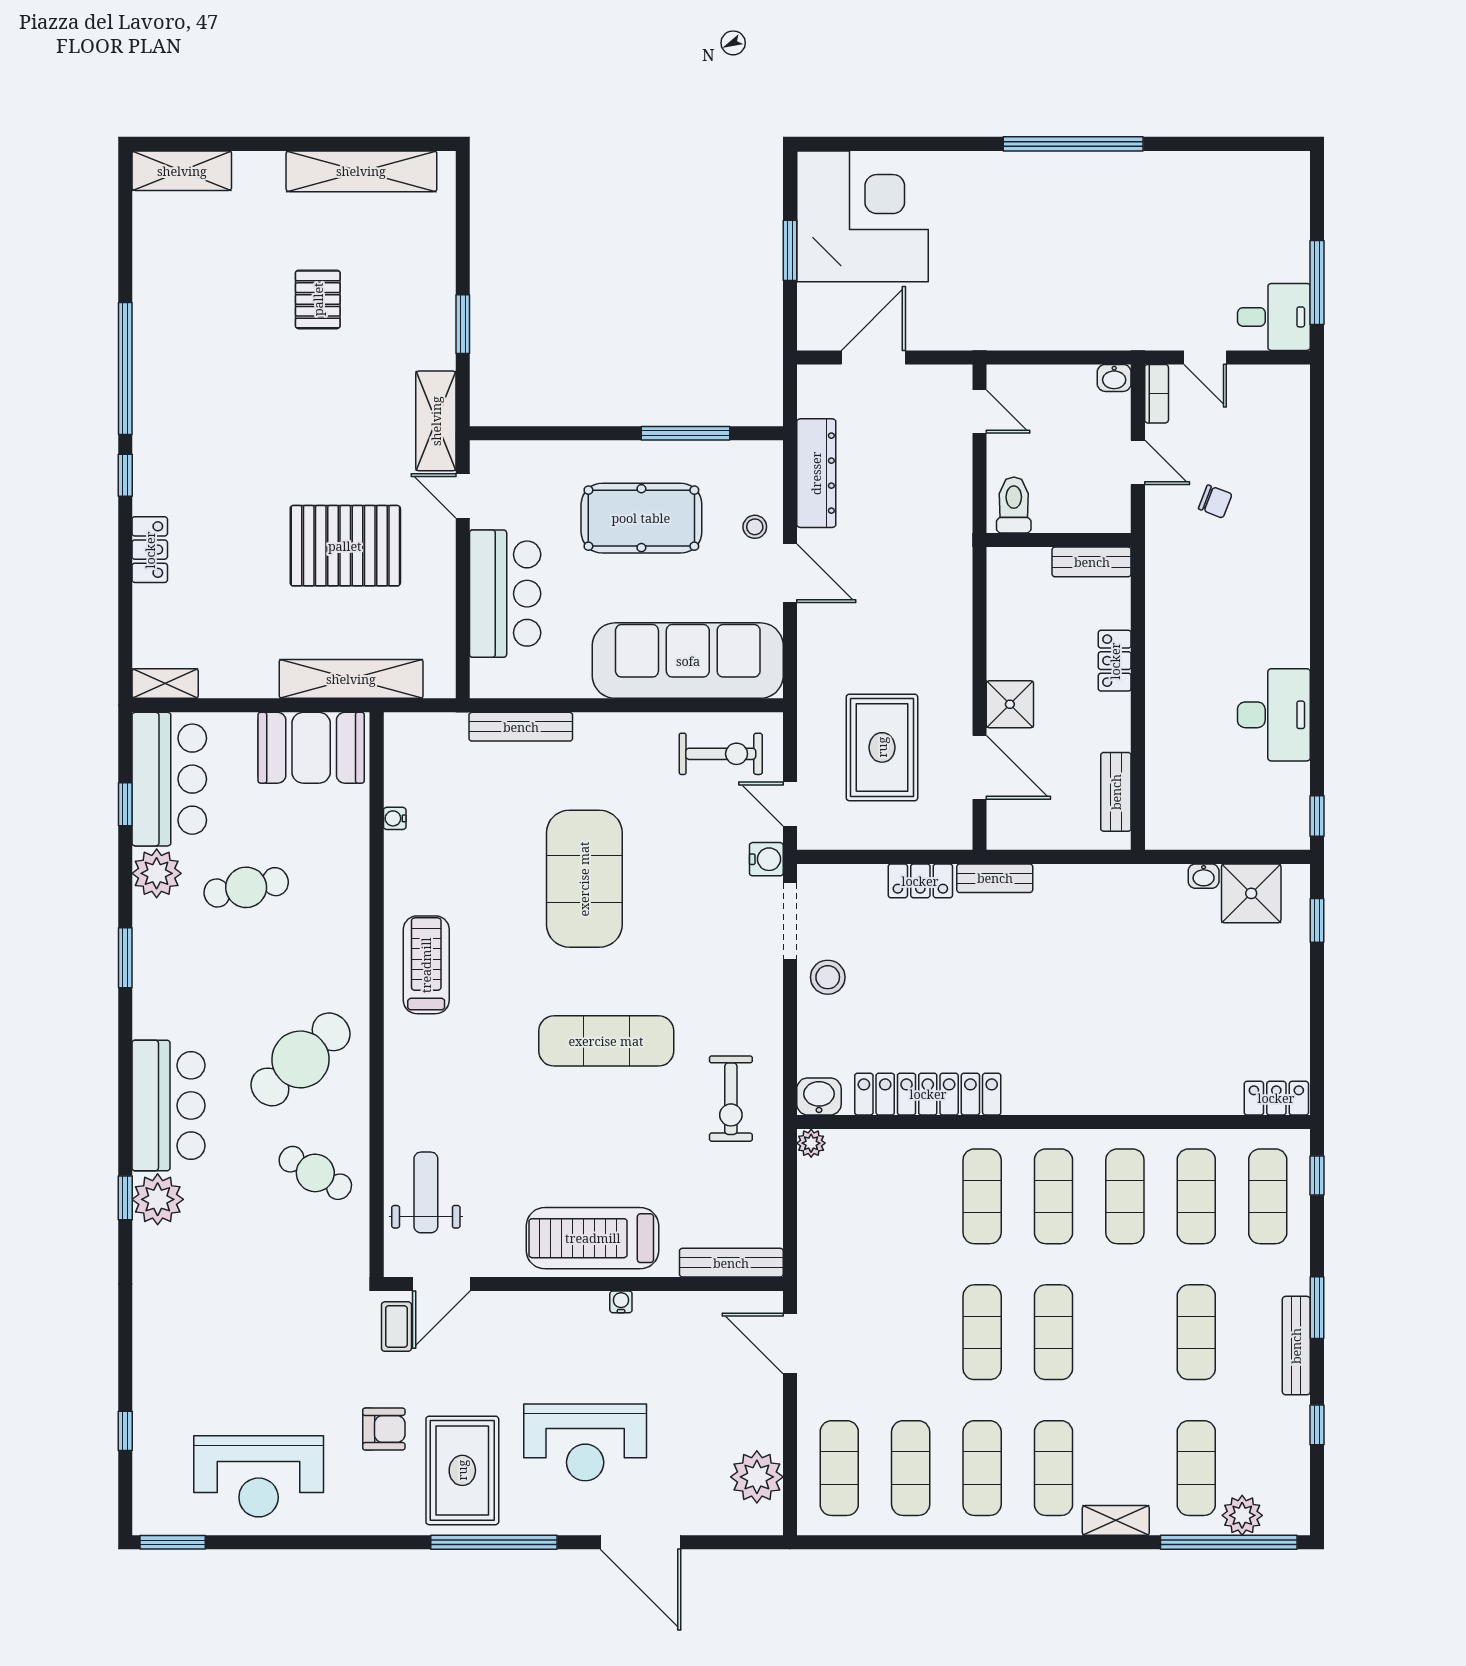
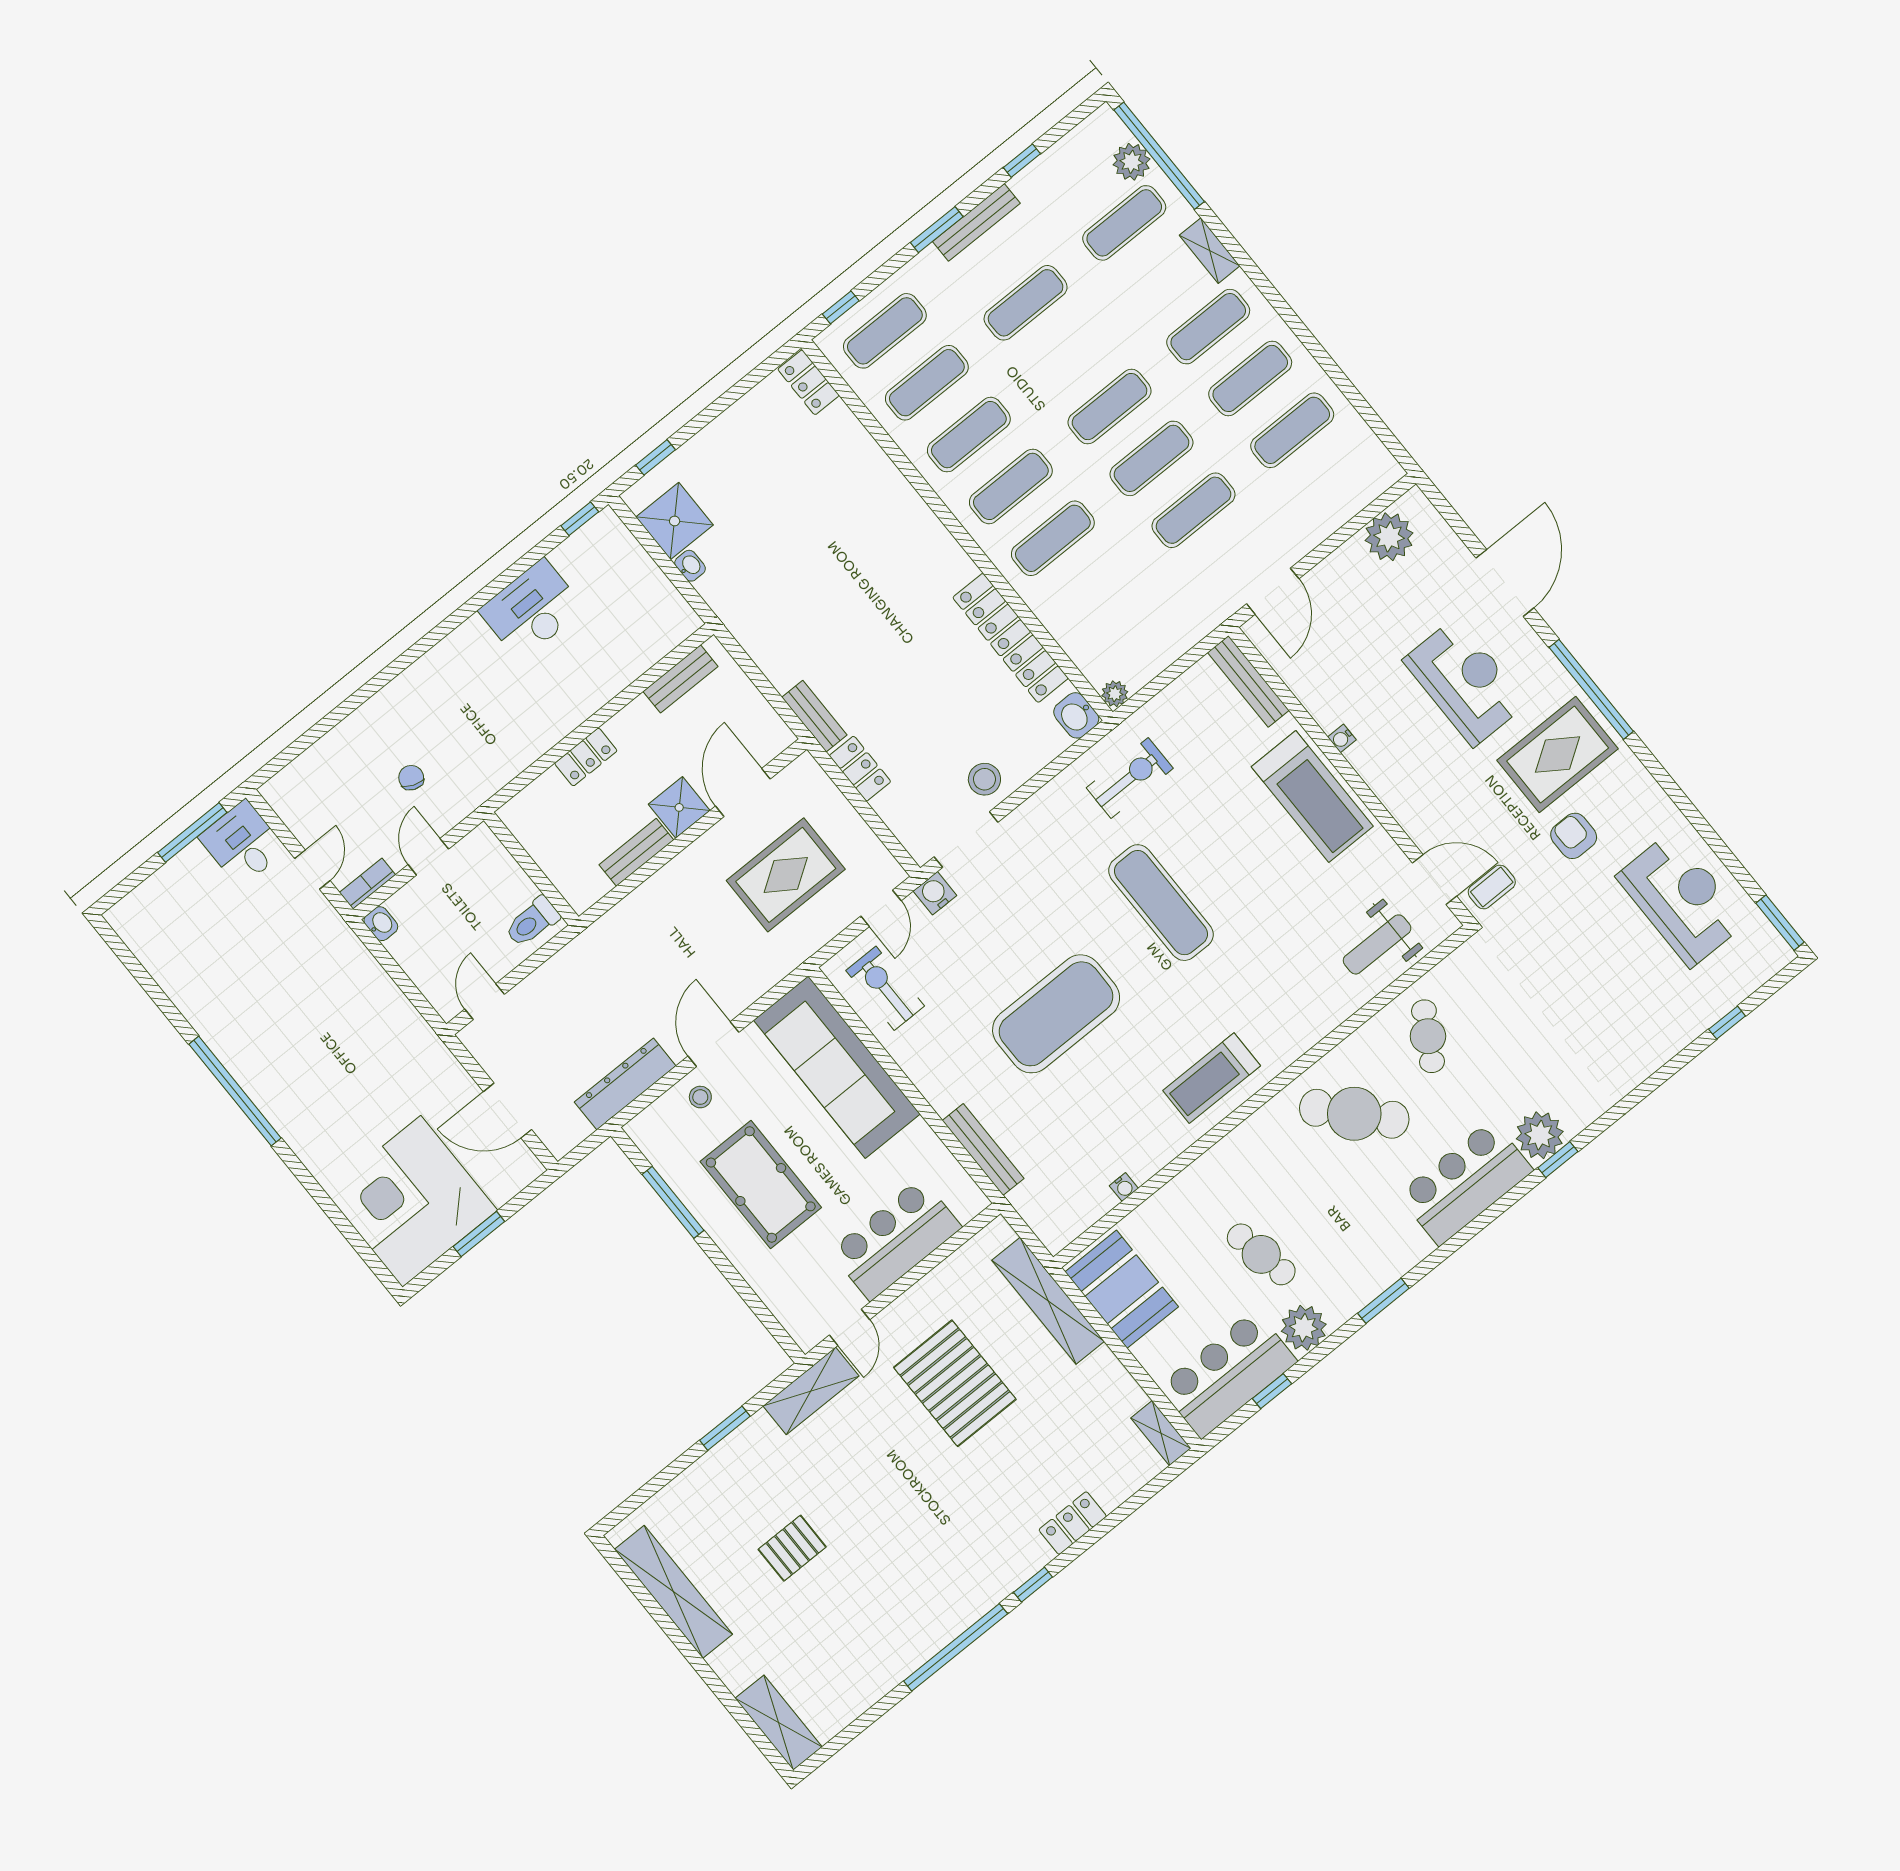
bench: (1092, 562) -> (636, 852), moved, turned 90
exercise mat: (839, 1468) -> (1194, 510), moved

